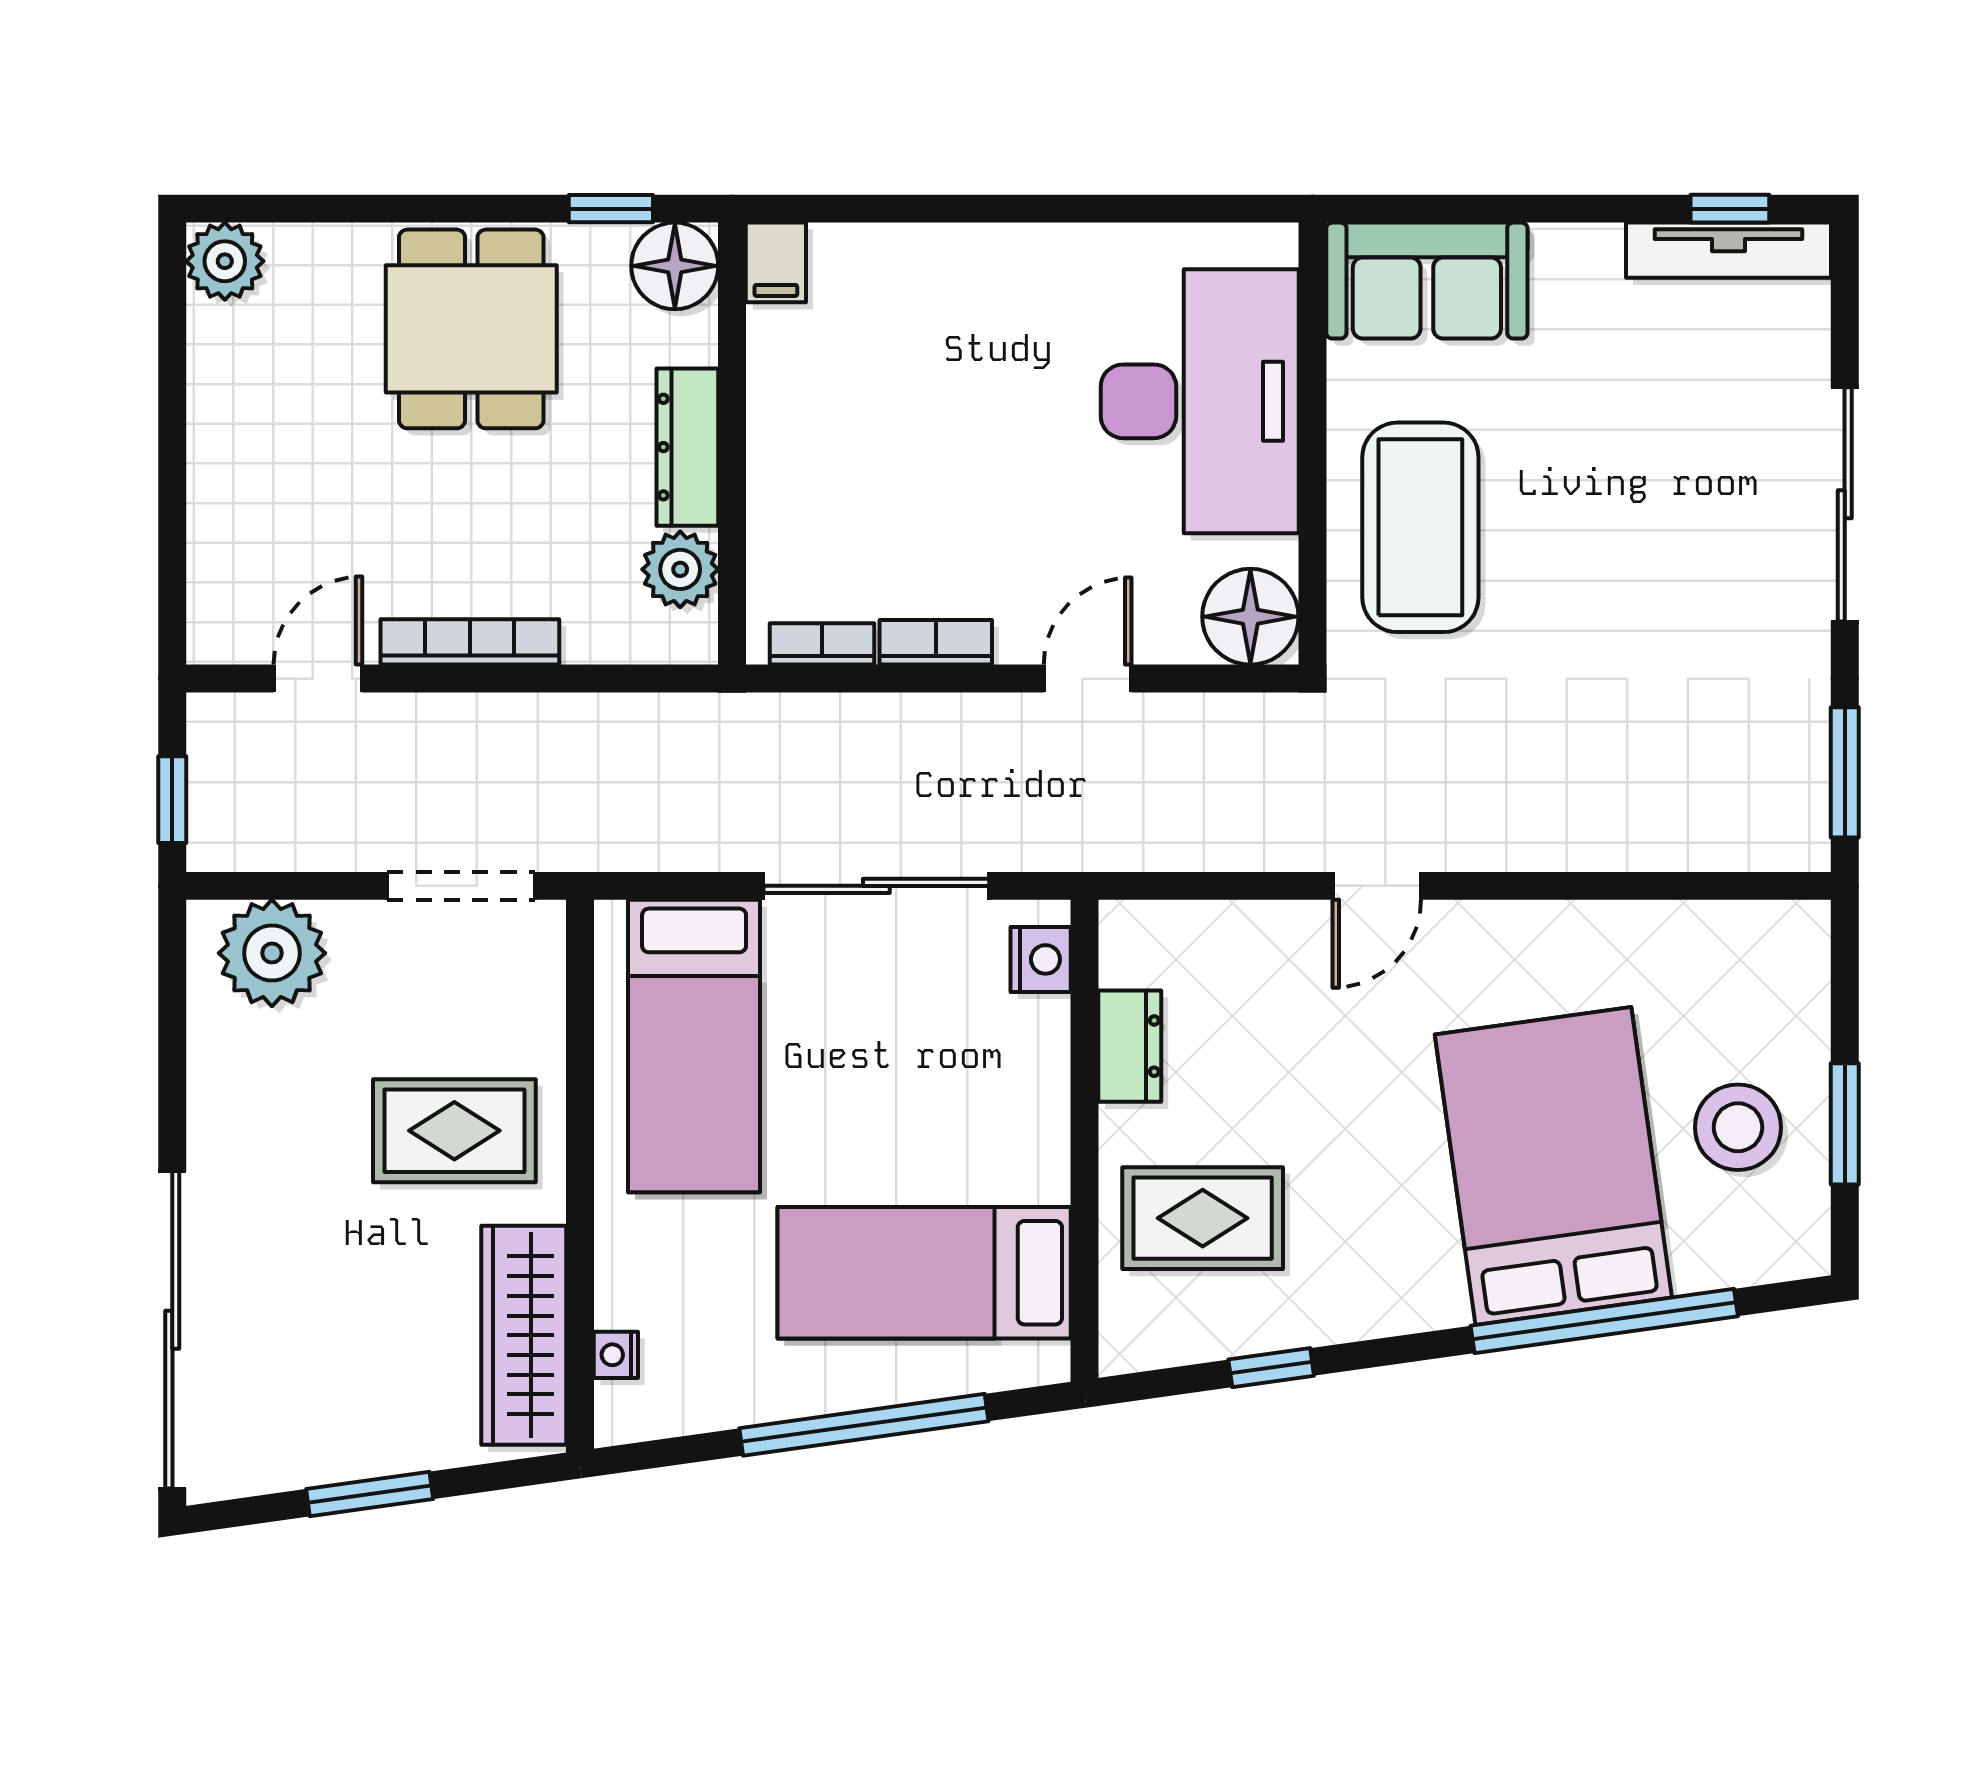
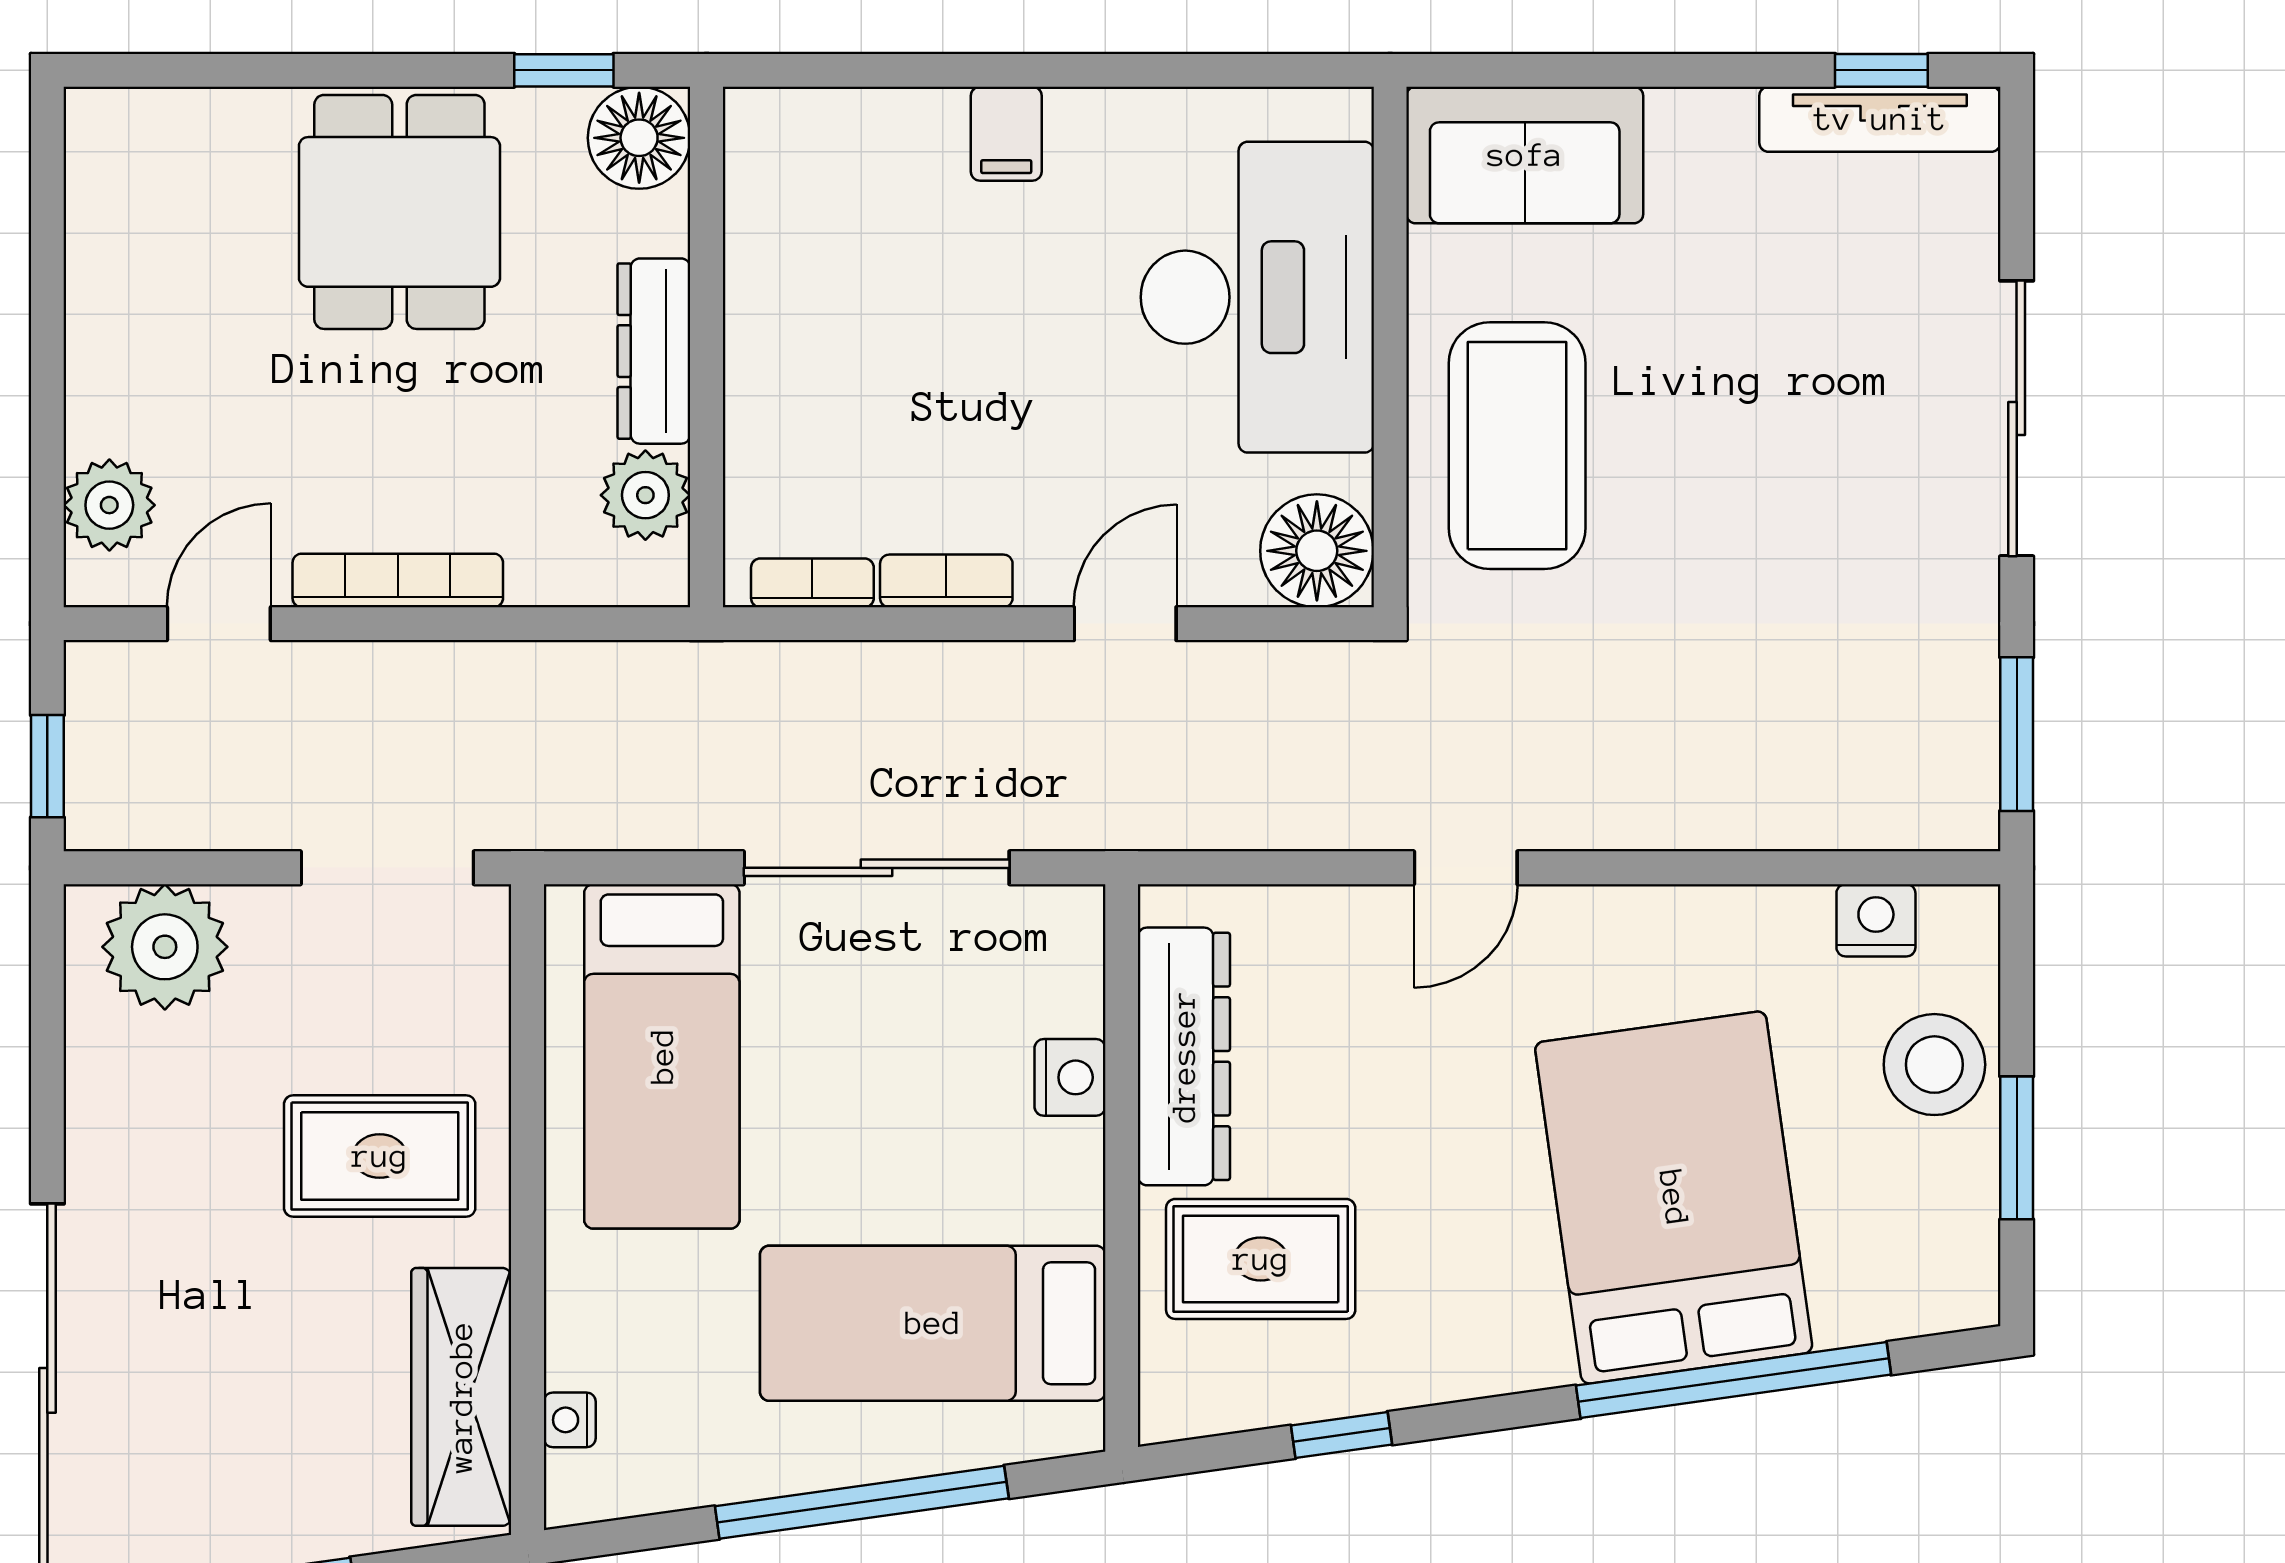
plant: (225, 261) -> (109, 505), moved
filing cabinet: (776, 262) -> (1006, 134), moved
nightstand: (1725, 931) -> (1876, 920), added
nightstand: (1041, 959) -> (1070, 1077), moved
dresser: (1130, 1046) -> (1184, 1056), width x1.96, depth x1.24
stool: (1738, 1127) -> (1934, 1065), moved

